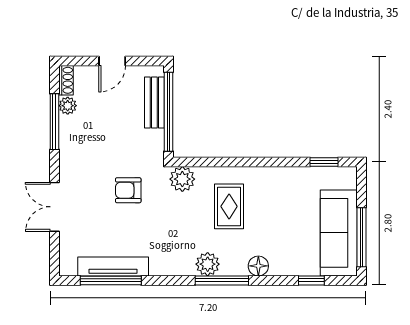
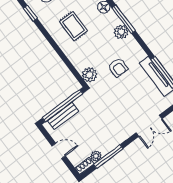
armchair: (128, 190) -> (118, 67), moved
rug: (229, 206) -> (73, 26), moved, turned 90

